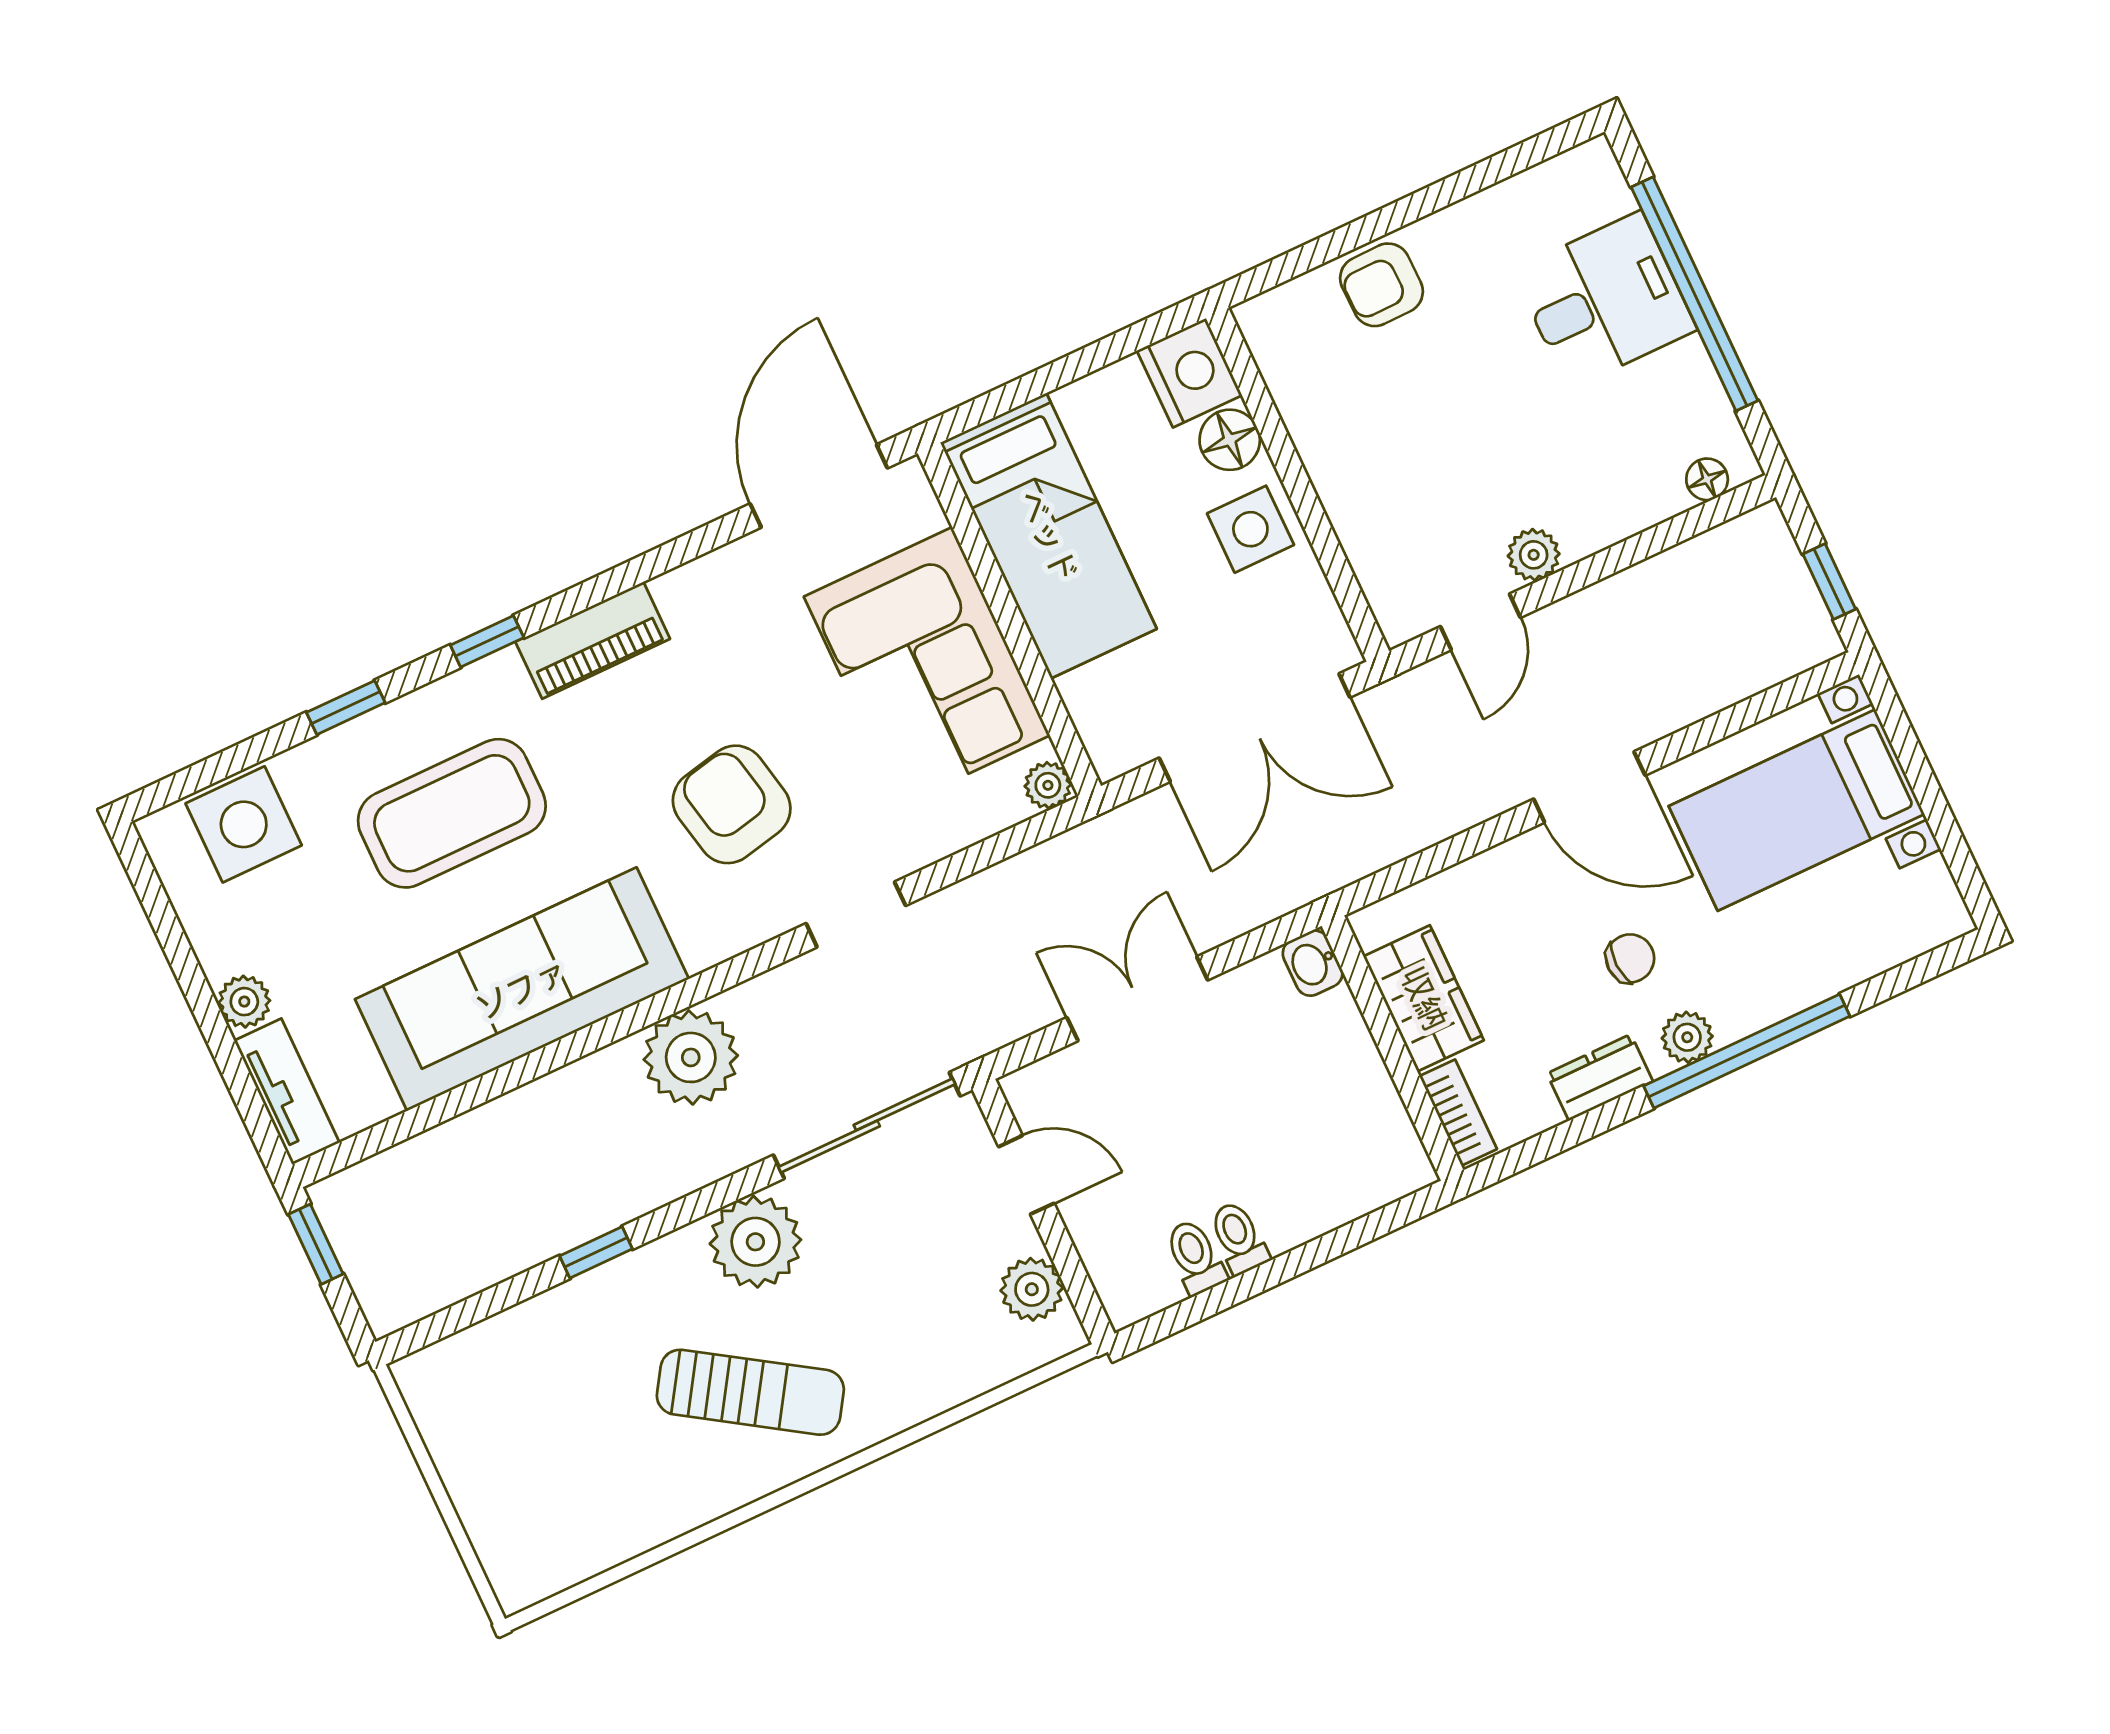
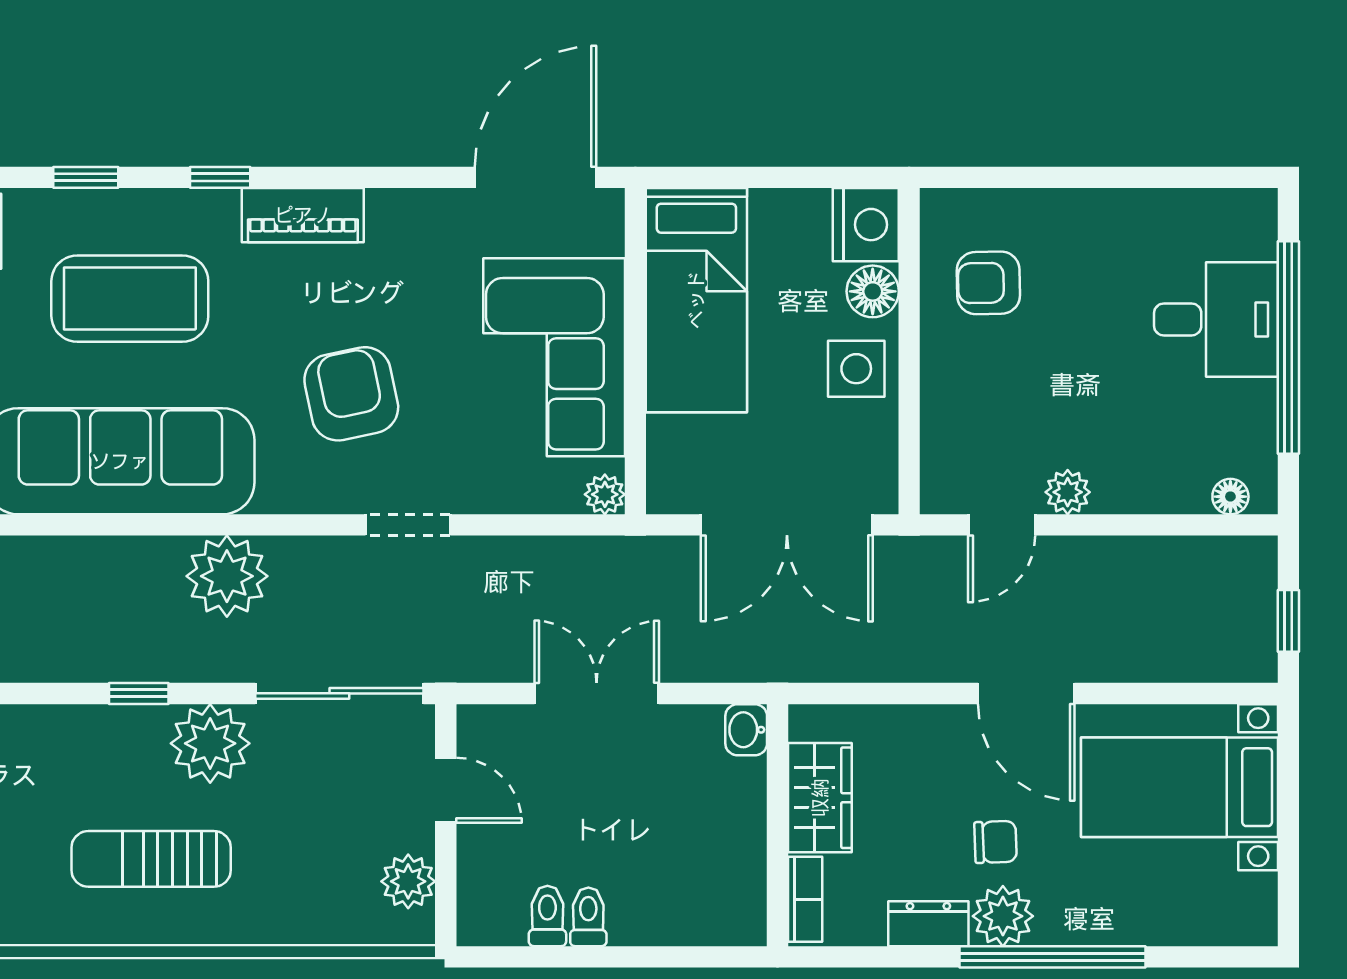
armchair: (1381, 285) -> (988, 283), moved
plant: (1687, 1037) -> (1003, 916), width x1.38, depth x1.38
window: (596, 1252) -> (139, 693), moved
sun lounger: (750, 1392) -> (151, 859), turned 147

